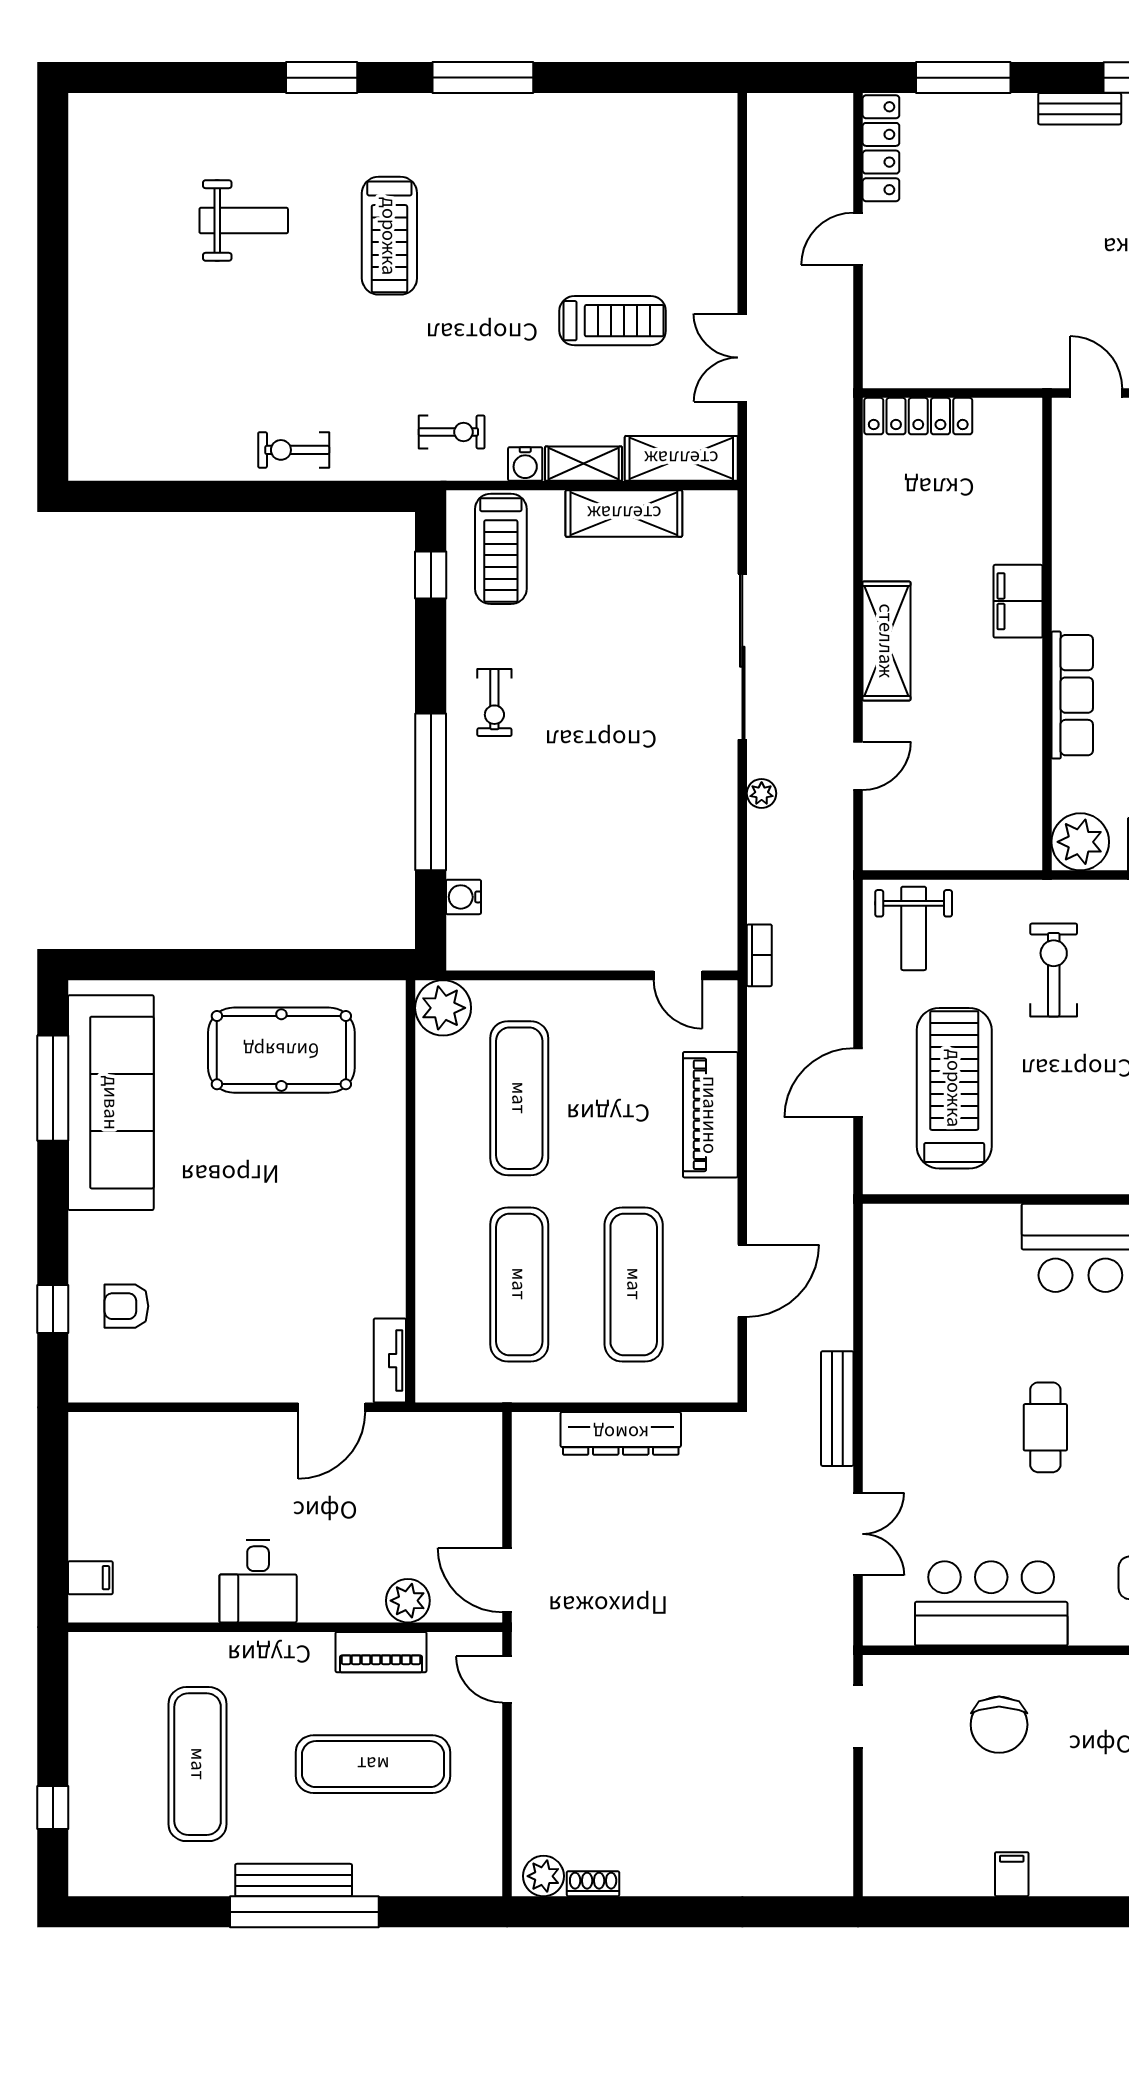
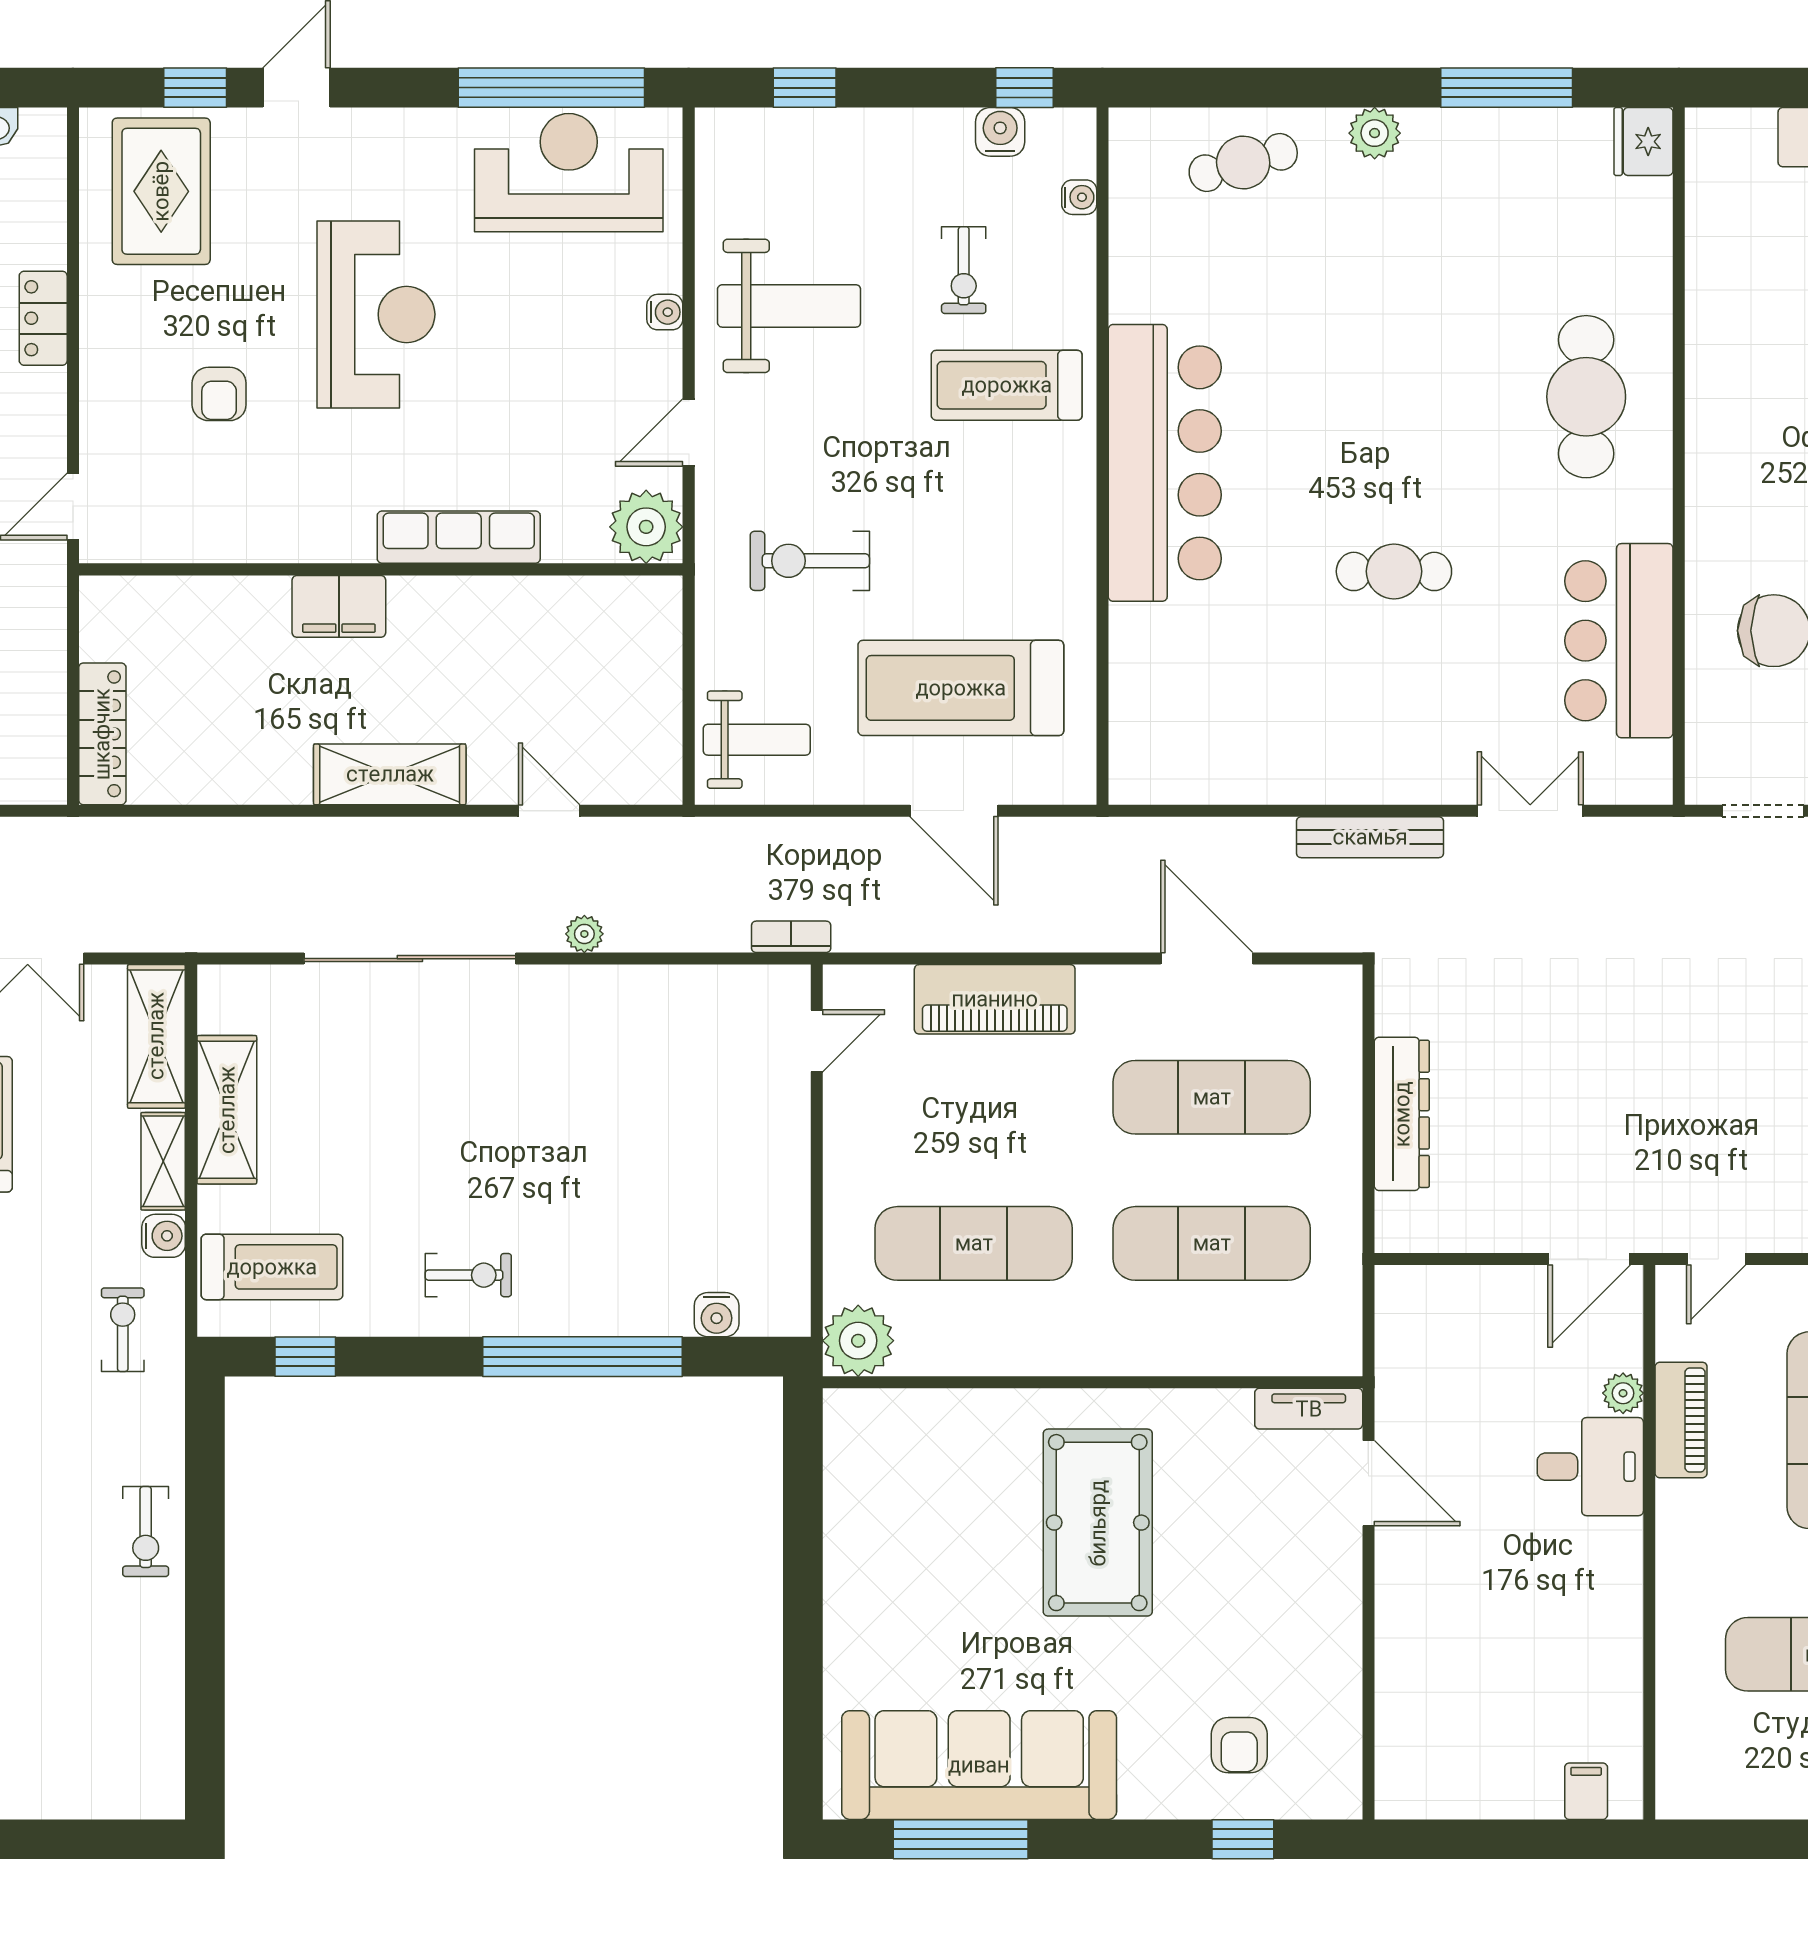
pool table: (281, 1050) -> (1098, 1523), moved
desk: (258, 1581) -> (1590, 1467), moved
plant: (408, 1601) -> (1623, 1393), width x0.73, depth x0.73

